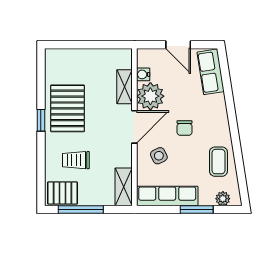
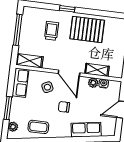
row of seats: (211, 72) -> (86, 130), moved
plant: (150, 96) -> (93, 83), width x0.53, depth x0.53
window: (41, 120) -> (67, 9), moved
pallet: (62, 193) -> (30, 19), removed
row of seats: (167, 196) -> (20, 83), width x0.68

